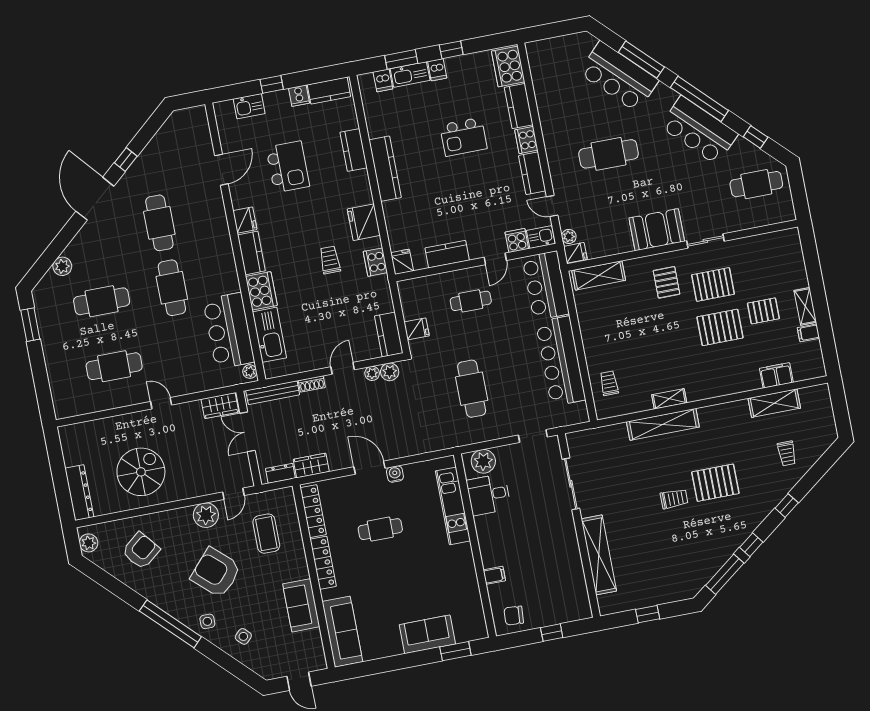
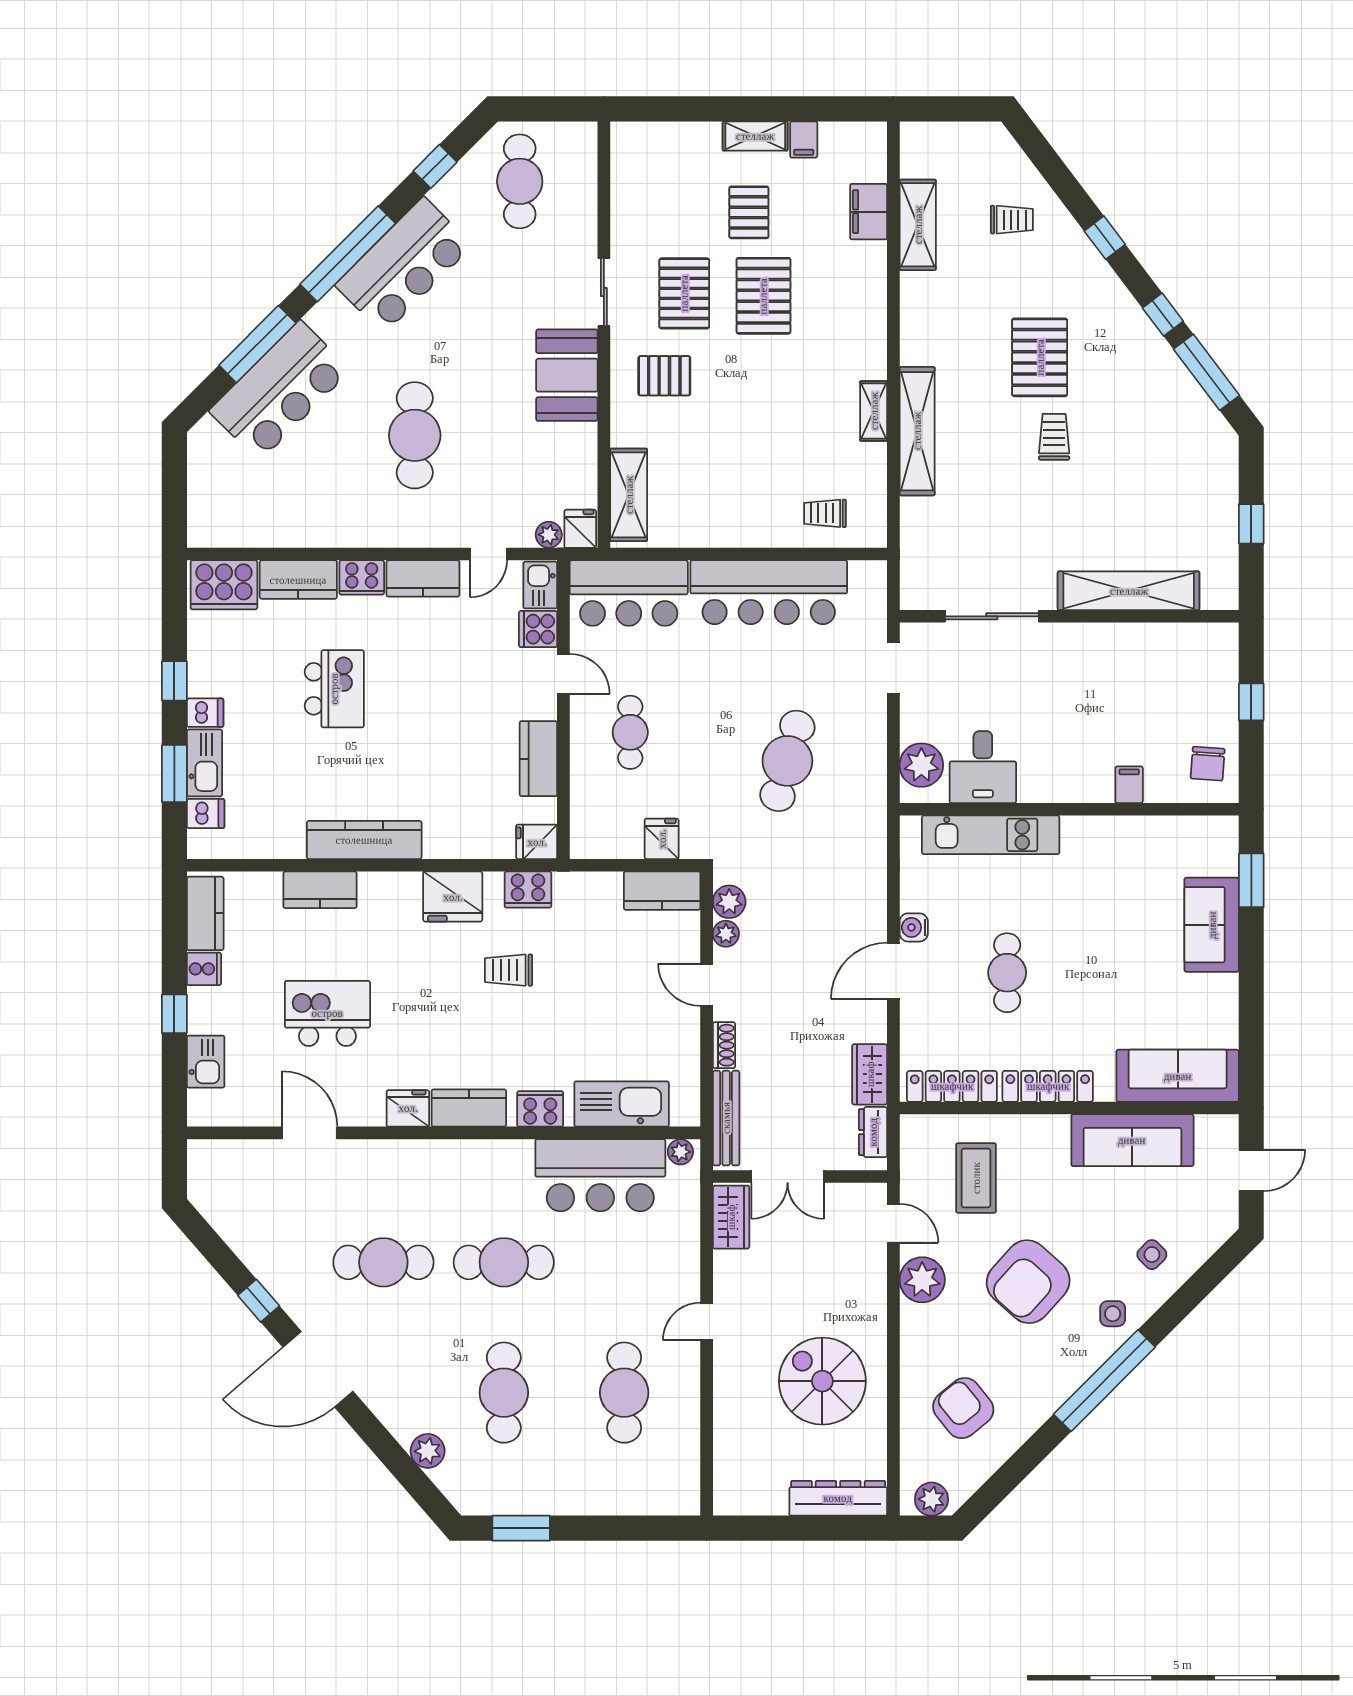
cooker: (261, 291) -> (540, 1109), width x0.73, depth x0.76
cafe table: (472, 389) -> (787, 761), turned -74
coffee table: (266, 534) -> (976, 1178), turned 90
sofa: (301, 605) -> (1132, 1140), width x1.36

